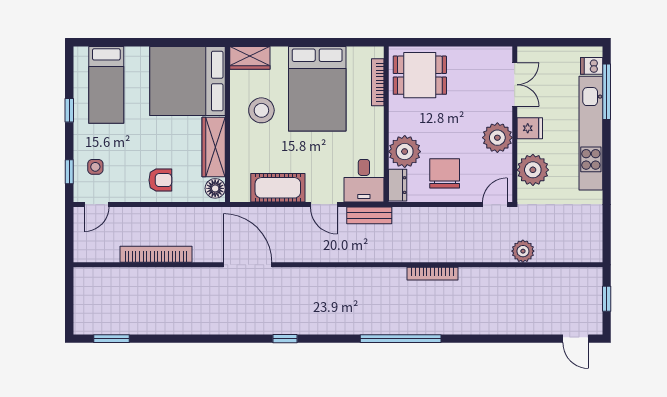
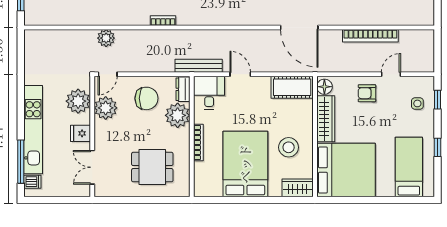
dining table: (420, 75) -> (152, 167), moved
bookcase: (378, 82) -> (198, 143), moved
plant: (497, 138) -> (106, 108), moved
chair: (445, 173) -> (146, 98), turned -90
cot: (278, 188) -> (292, 87), moved
door: (97, 205) -> (391, 74), moved
bench: (369, 215) -> (199, 66), width x1.36
plant: (523, 251) -> (106, 38), moved
bookcase: (433, 274) -> (163, 21), width x0.64

